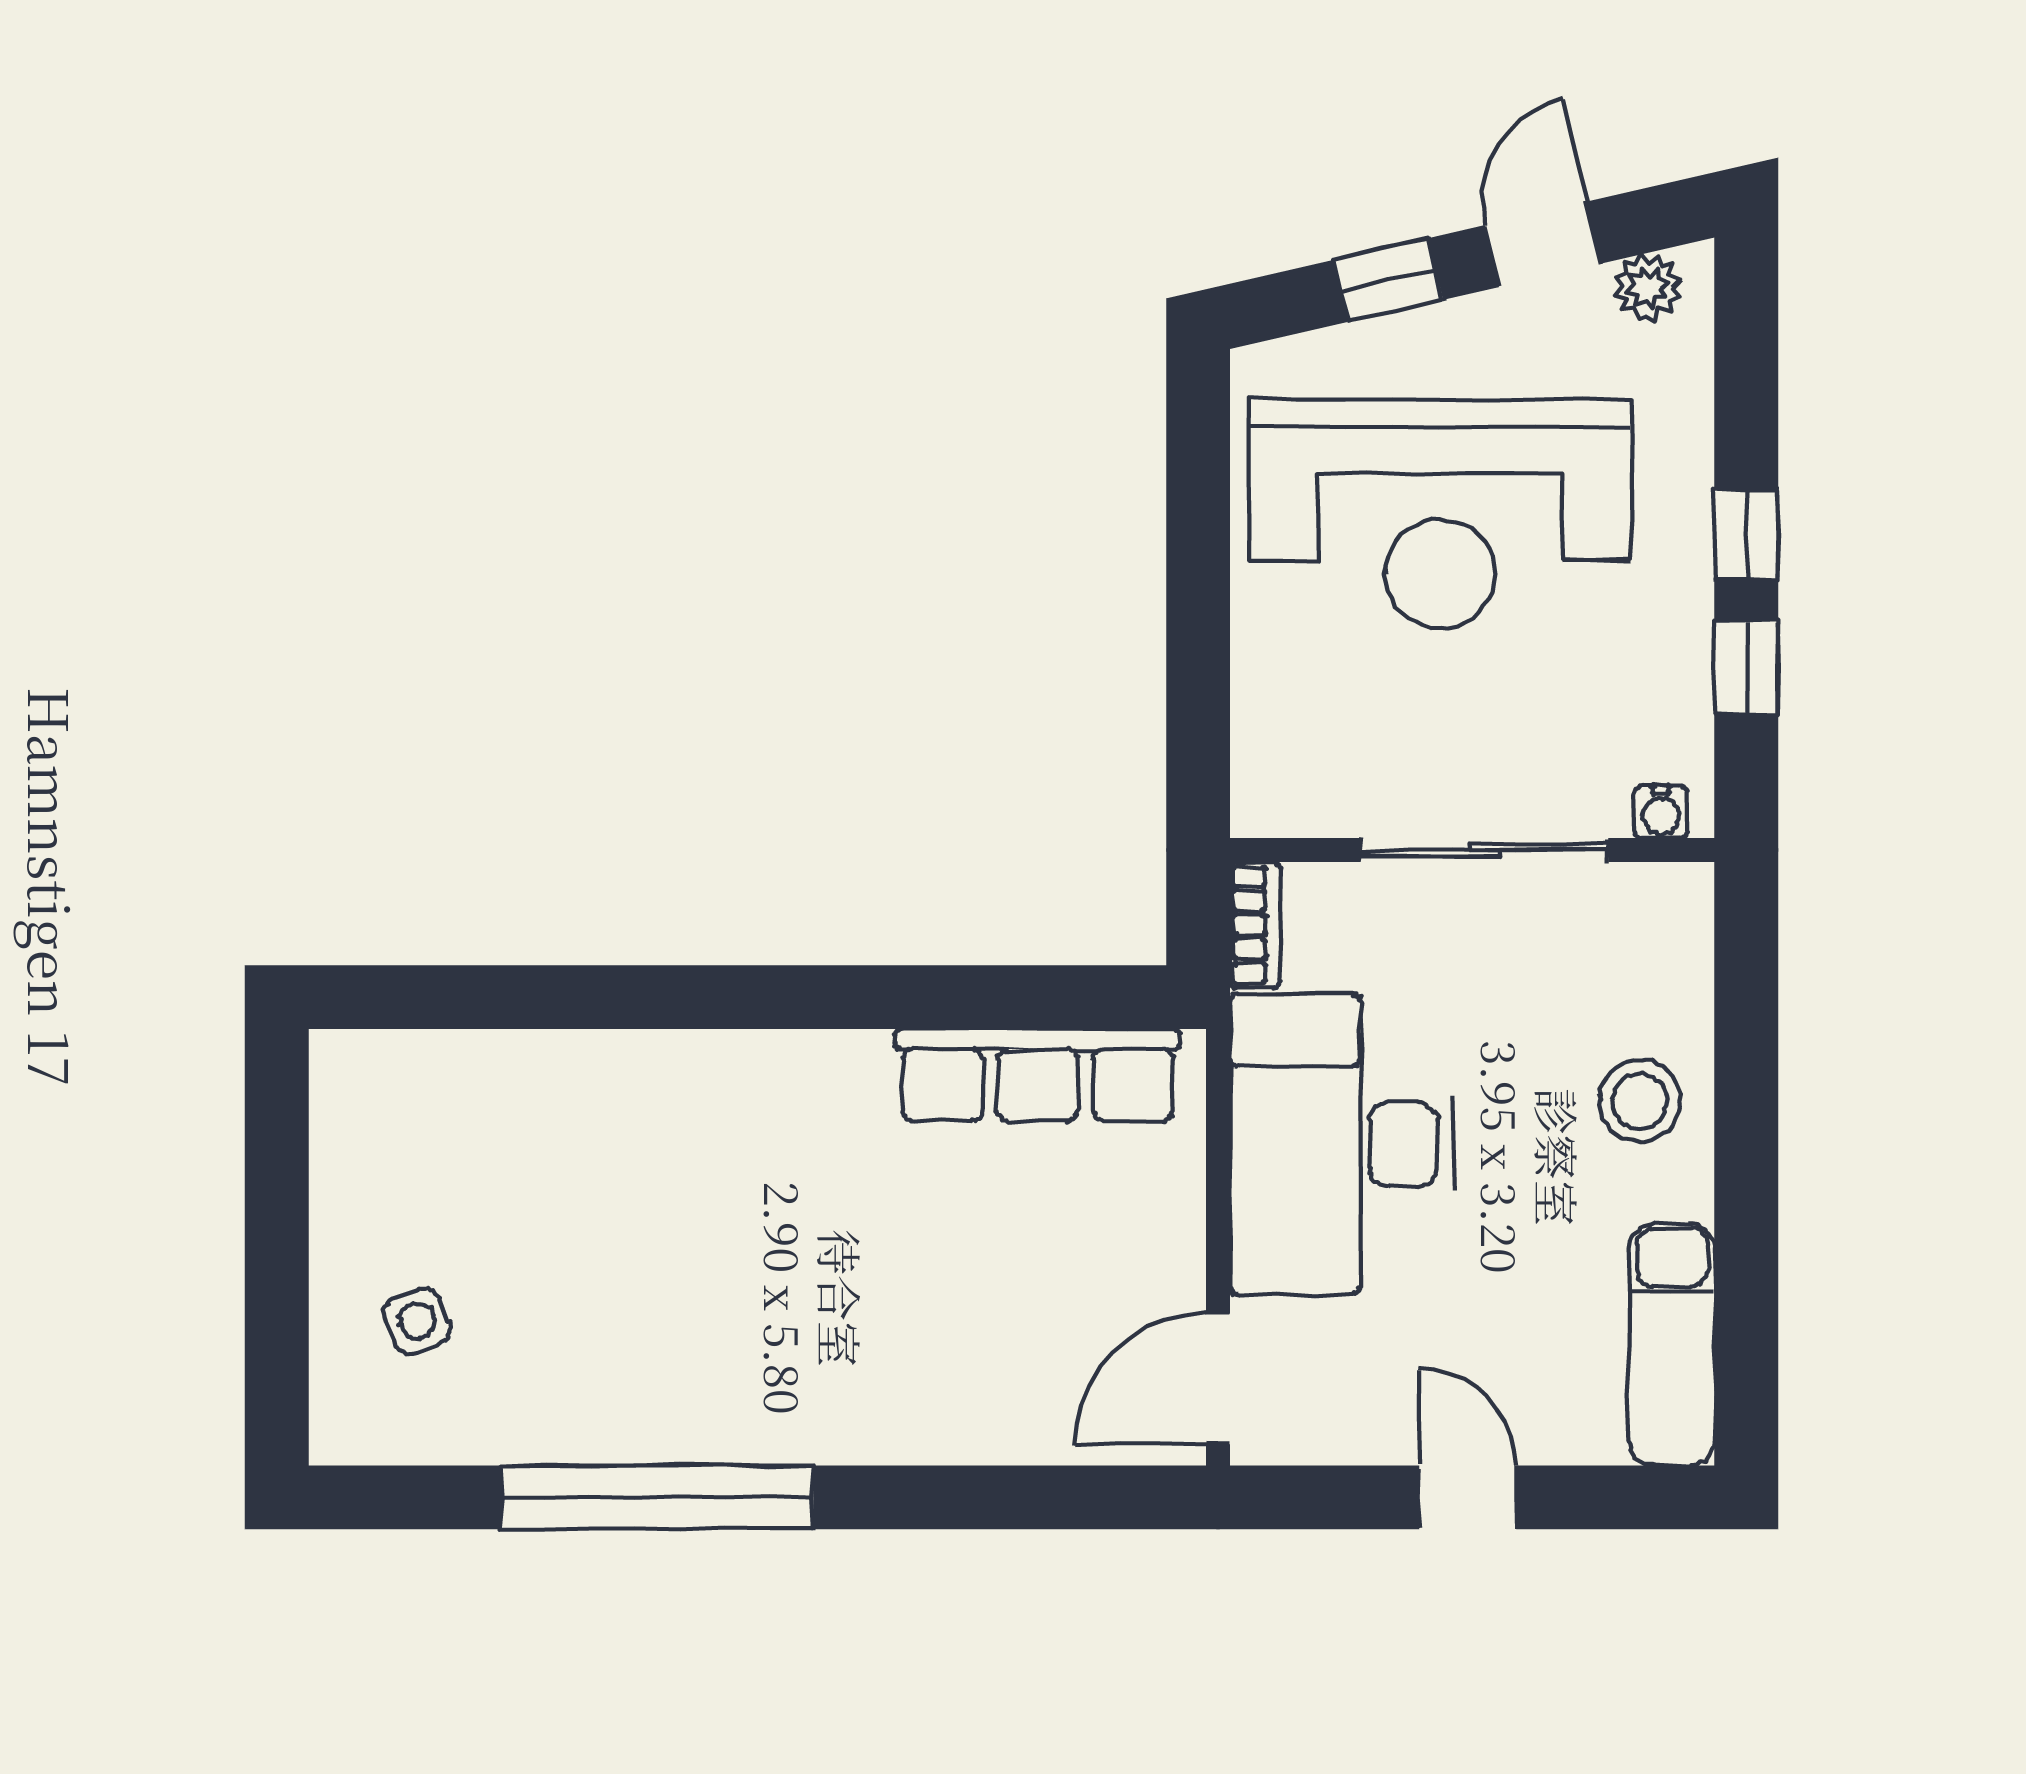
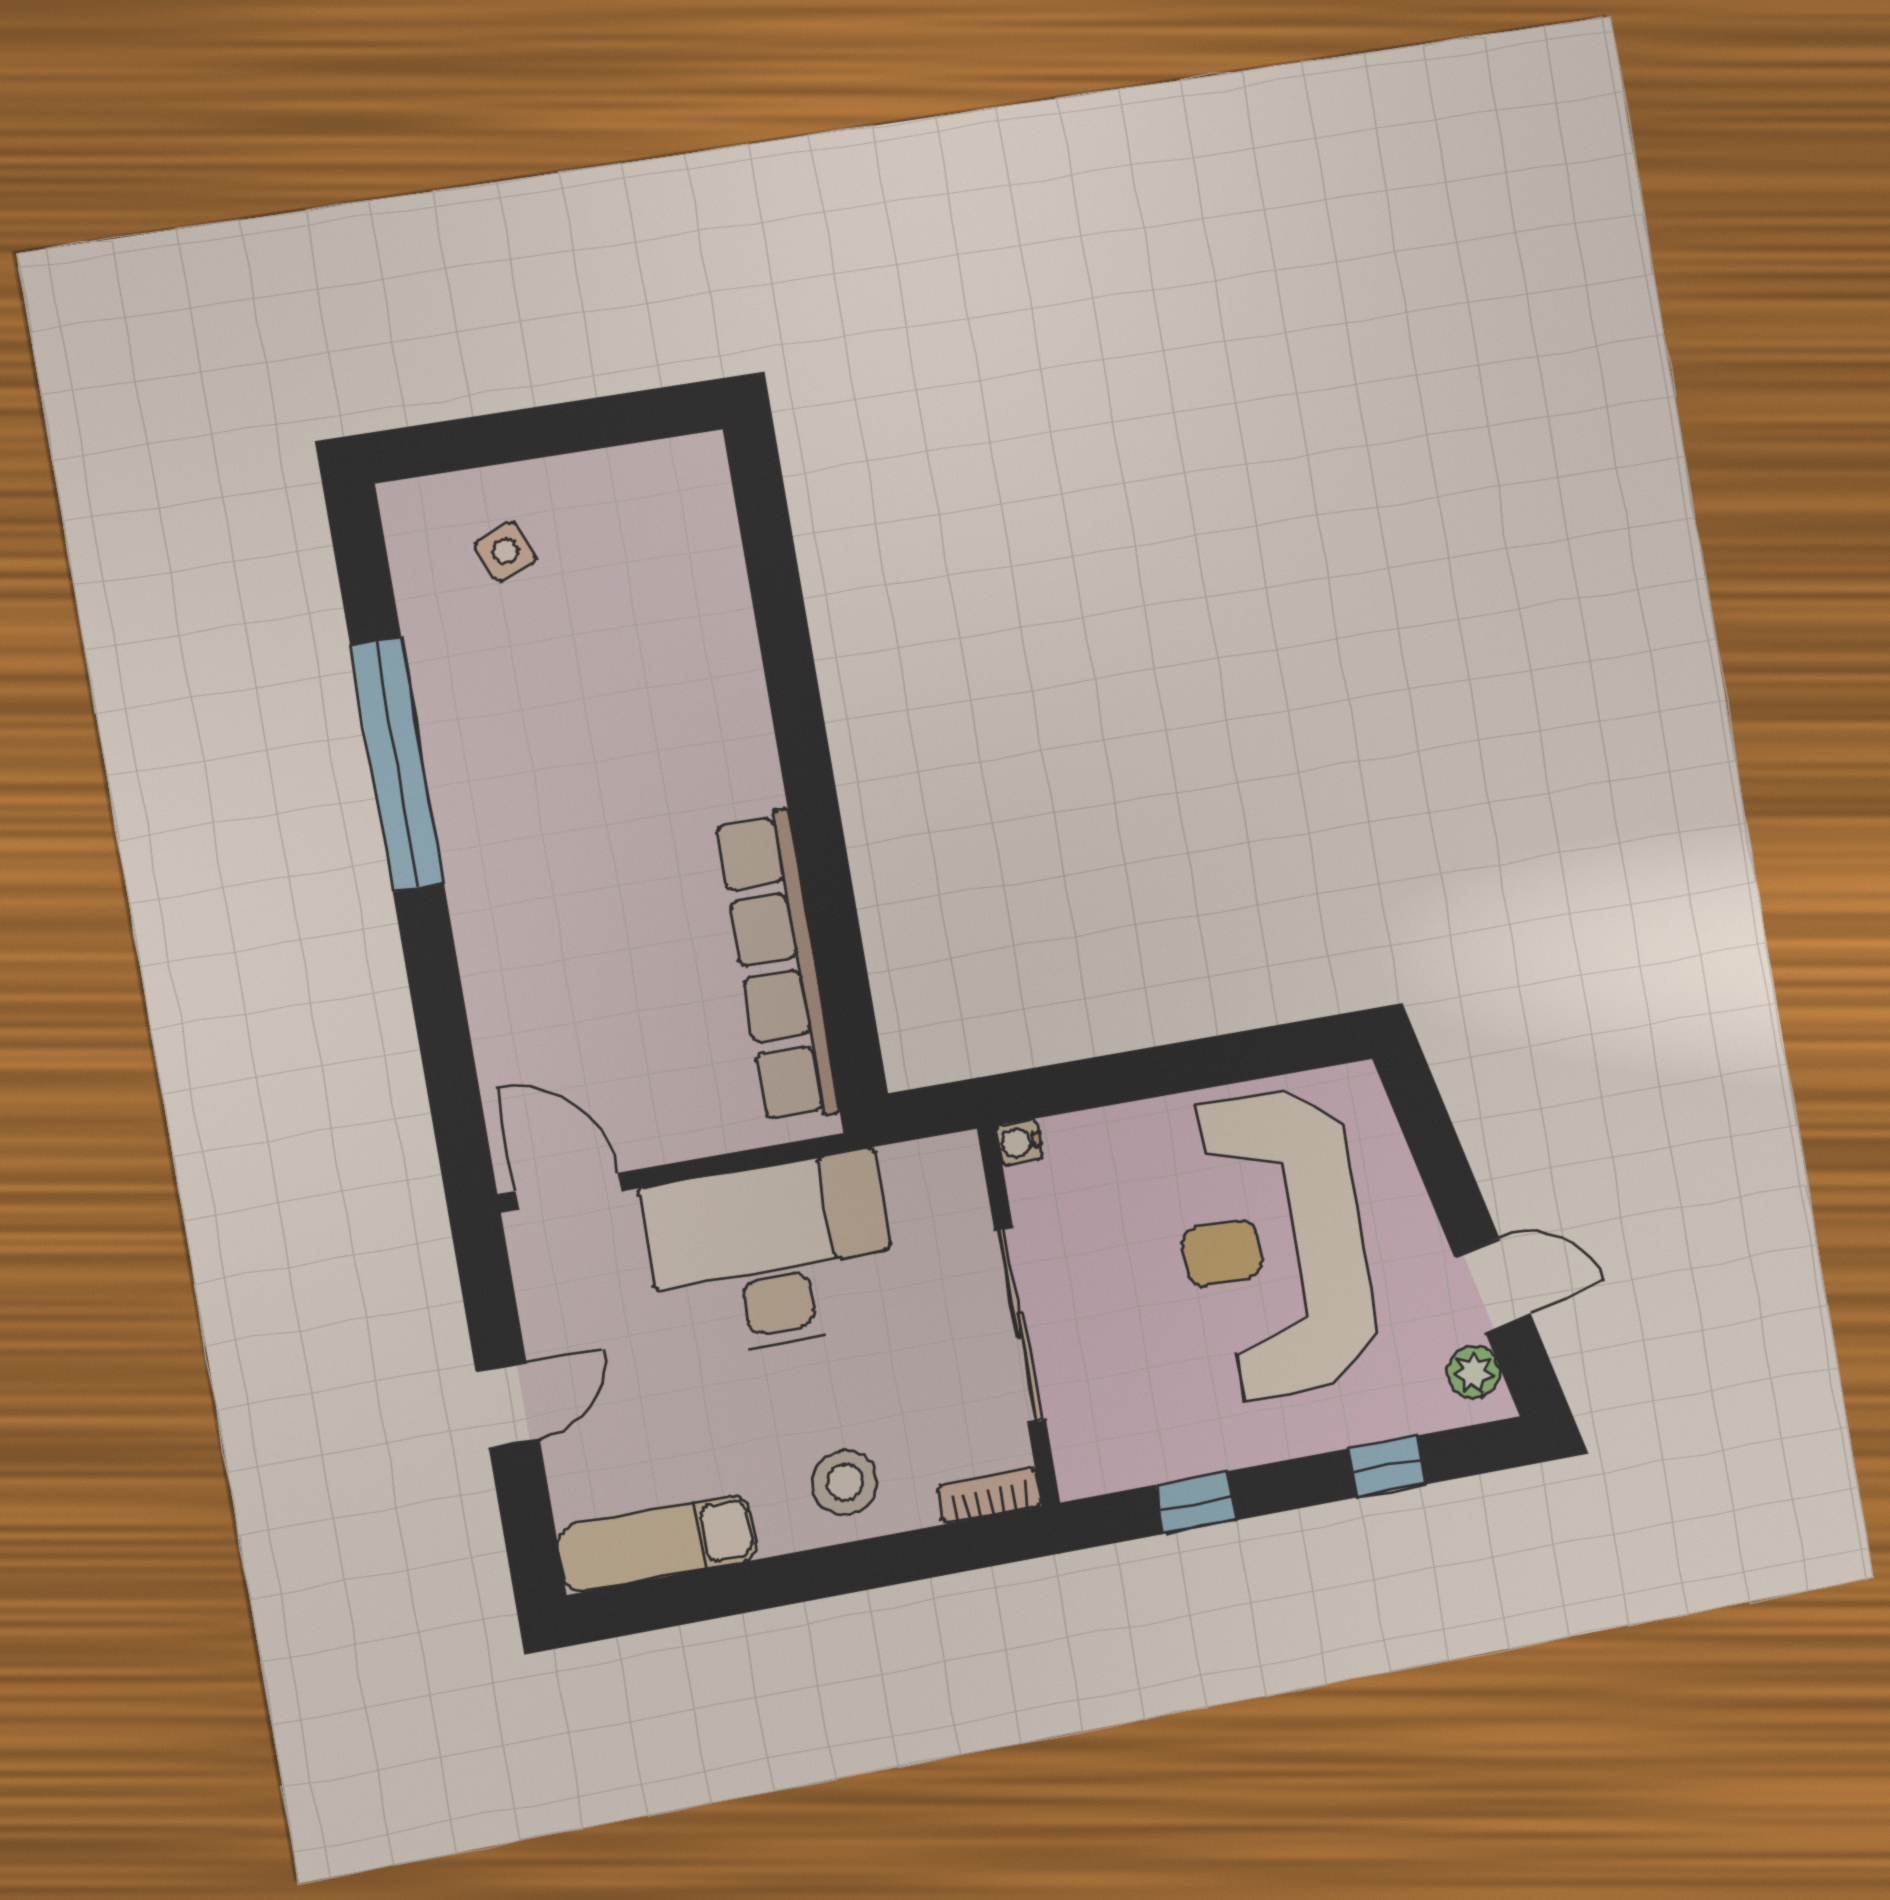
window: (1388, 280) -> (1445, 1171), removed
window: (1746, 535) -> (1387, 1466), moved
water cooler: (1661, 812) -> (1019, 1142), moved
bookcase: (1255, 925) -> (989, 1496), moved, turned 180
row of seats: (1038, 1075) -> (778, 967), width x1.36

